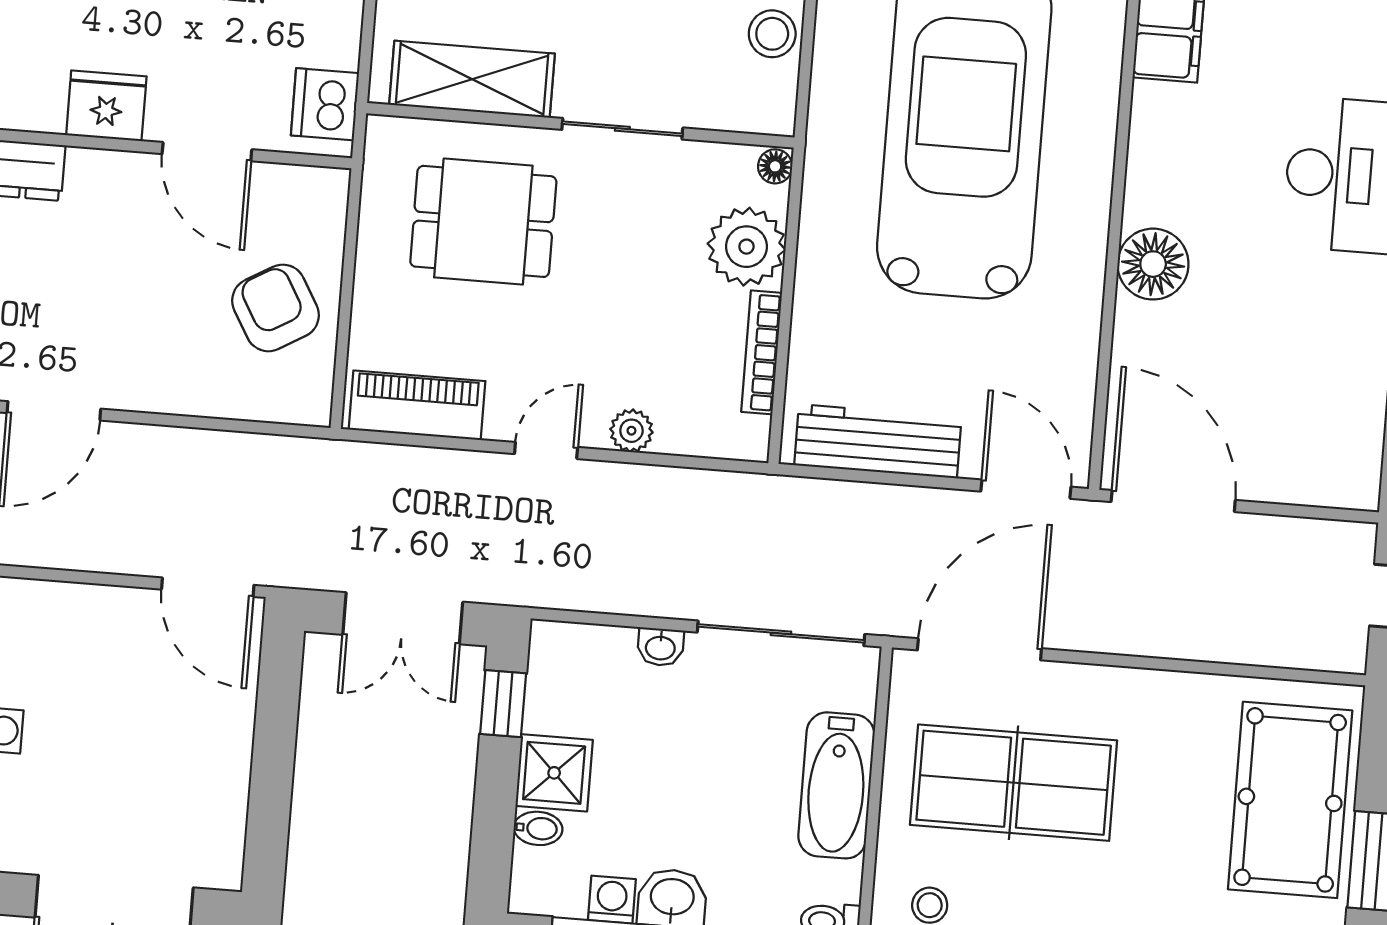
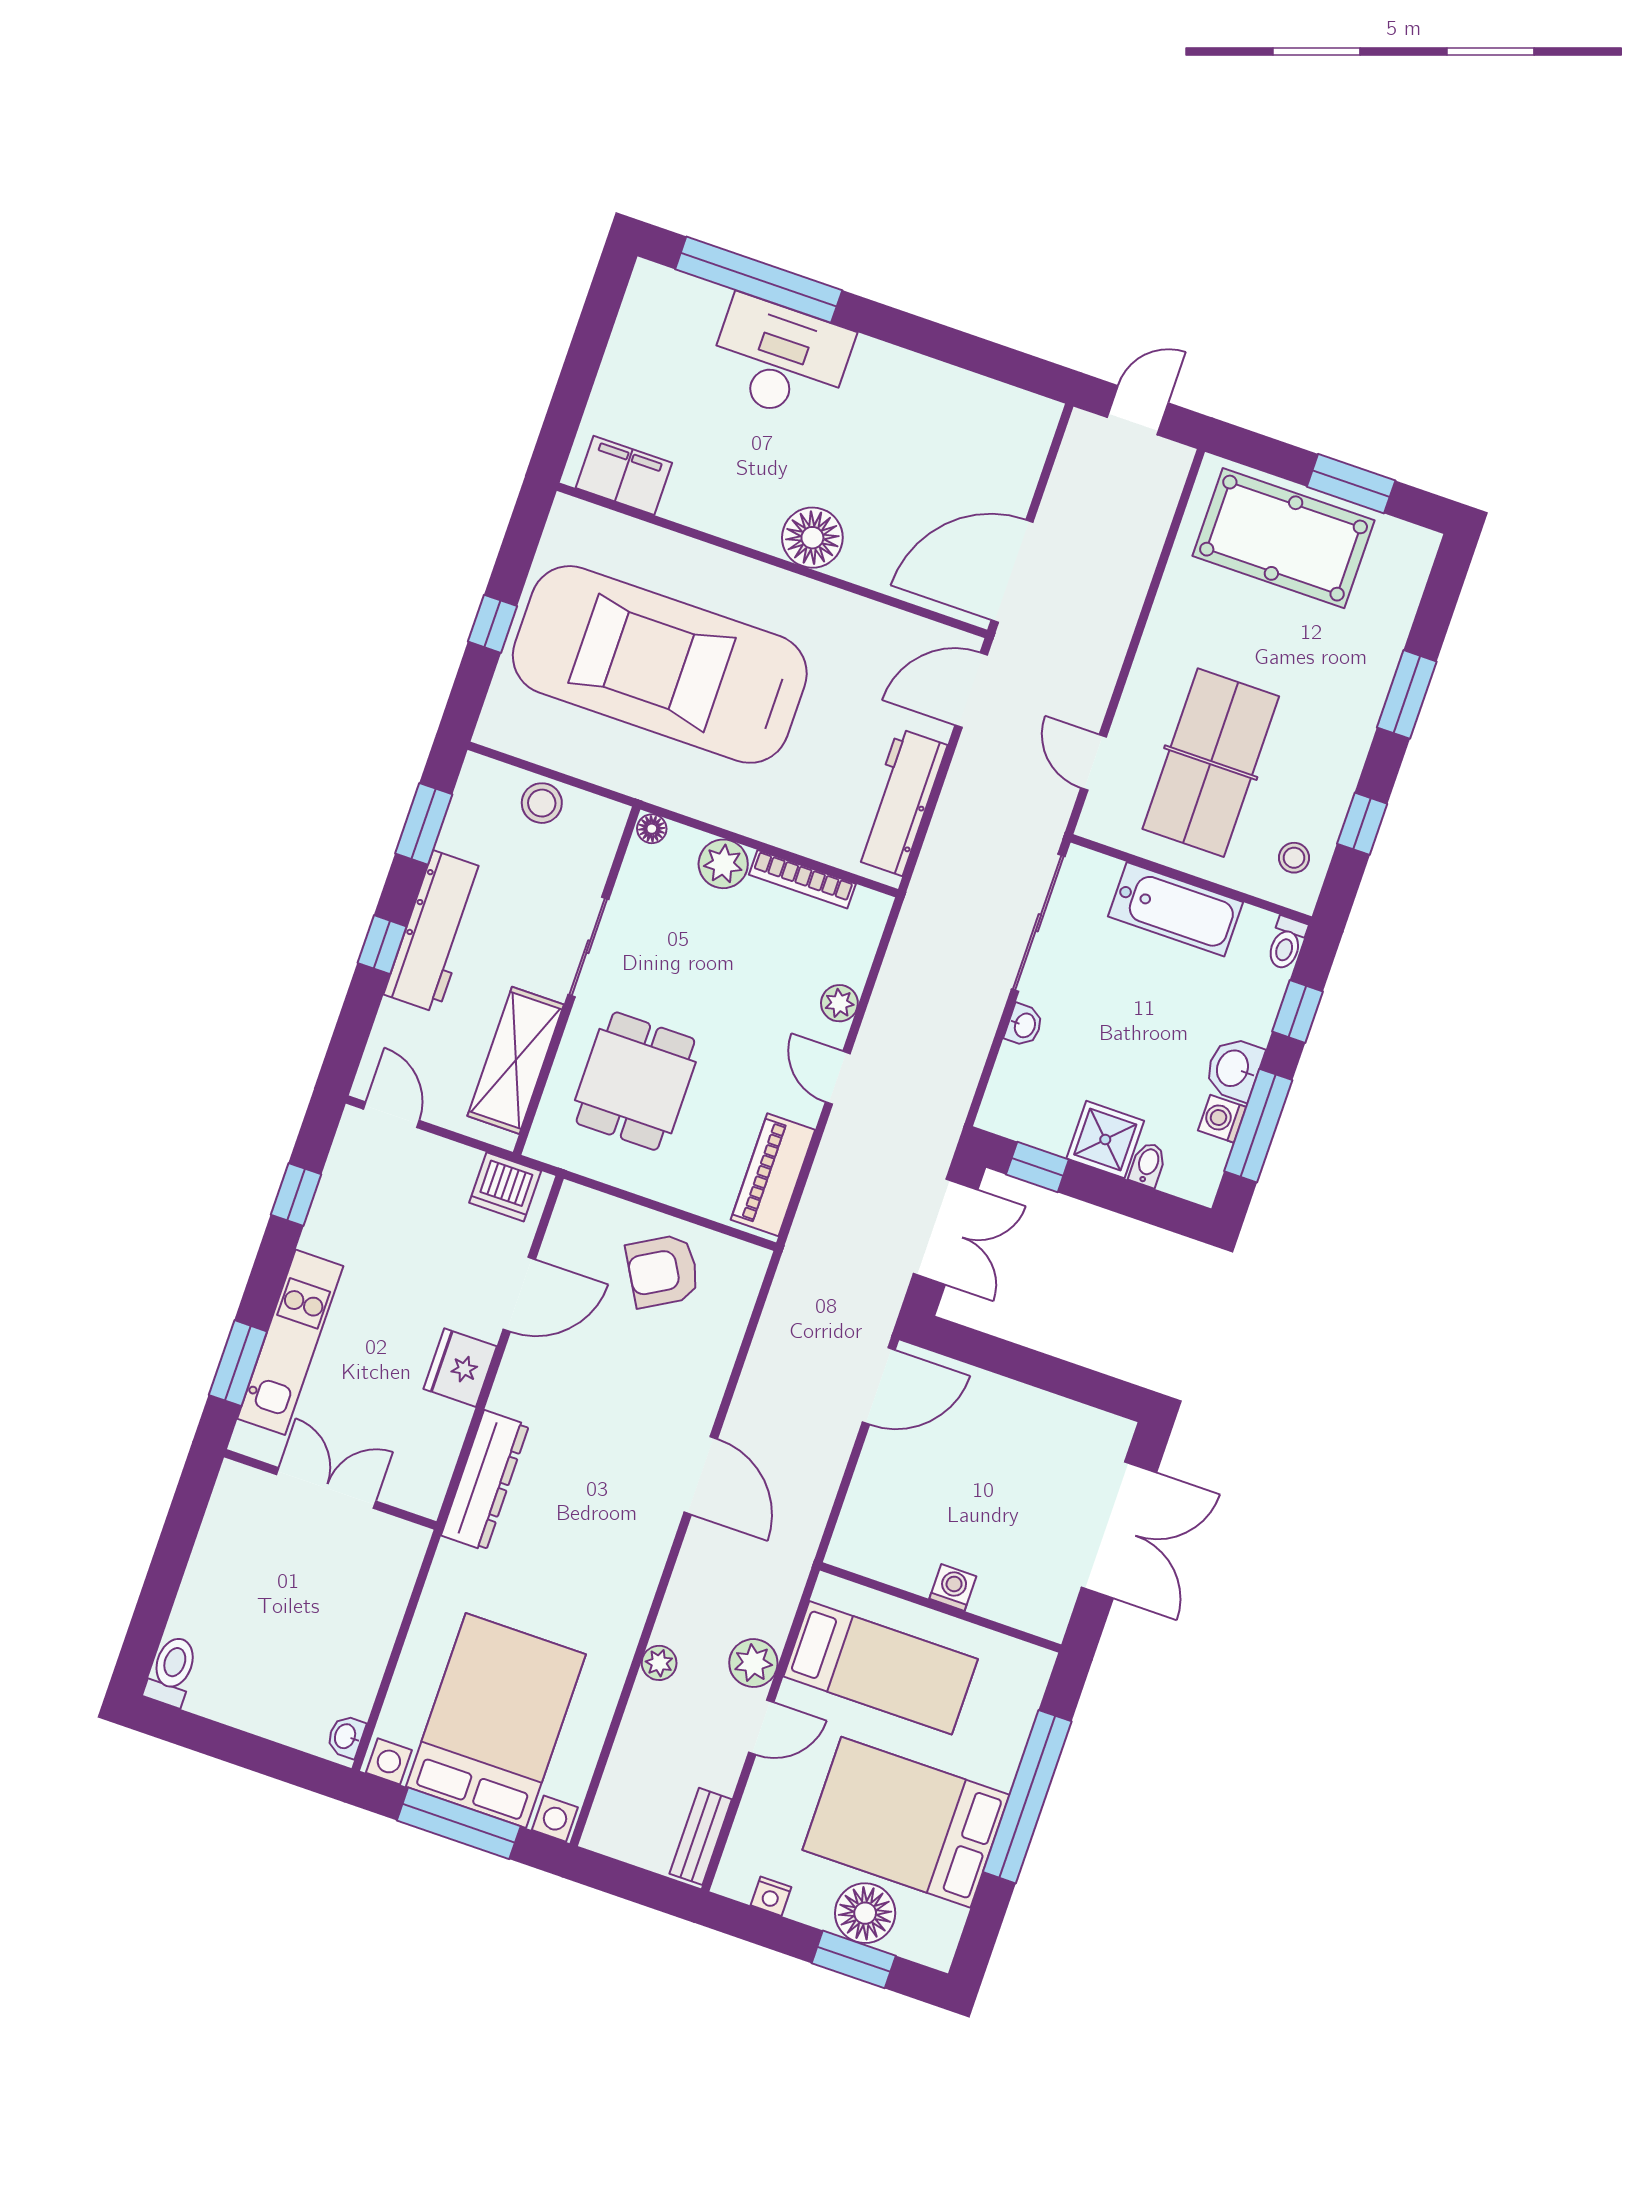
plant: (746, 247) -> (723, 864), width x0.73, depth x0.73
door: (979, 649) -> (1093, 762), width x0.53

